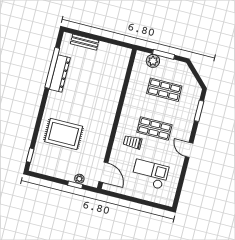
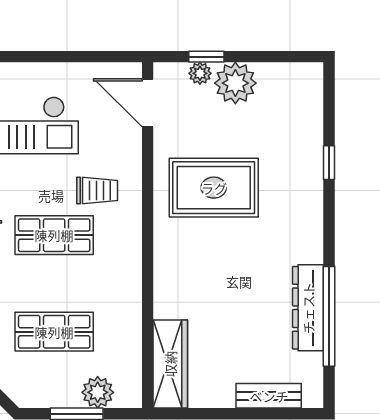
wardrobe: (121, 65) -> (170, 364), added
rug: (64, 134) -> (214, 188), moved
window: (30, 155) -> (329, 163), moved
plant: (66, 171) -> (235, 83), added

